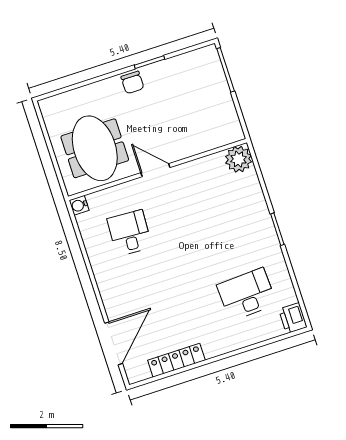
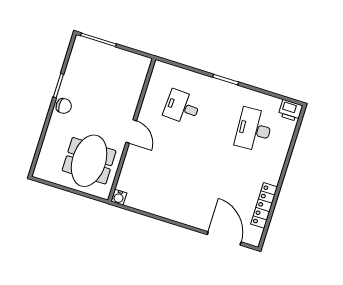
meeting table: (95, 148) -> (89, 161), turned 90
plant: (239, 159) -> (162, 73), removed
door: (155, 170) -> (131, 131), swing flipped
desk: (129, 233) -> (182, 107), moved

